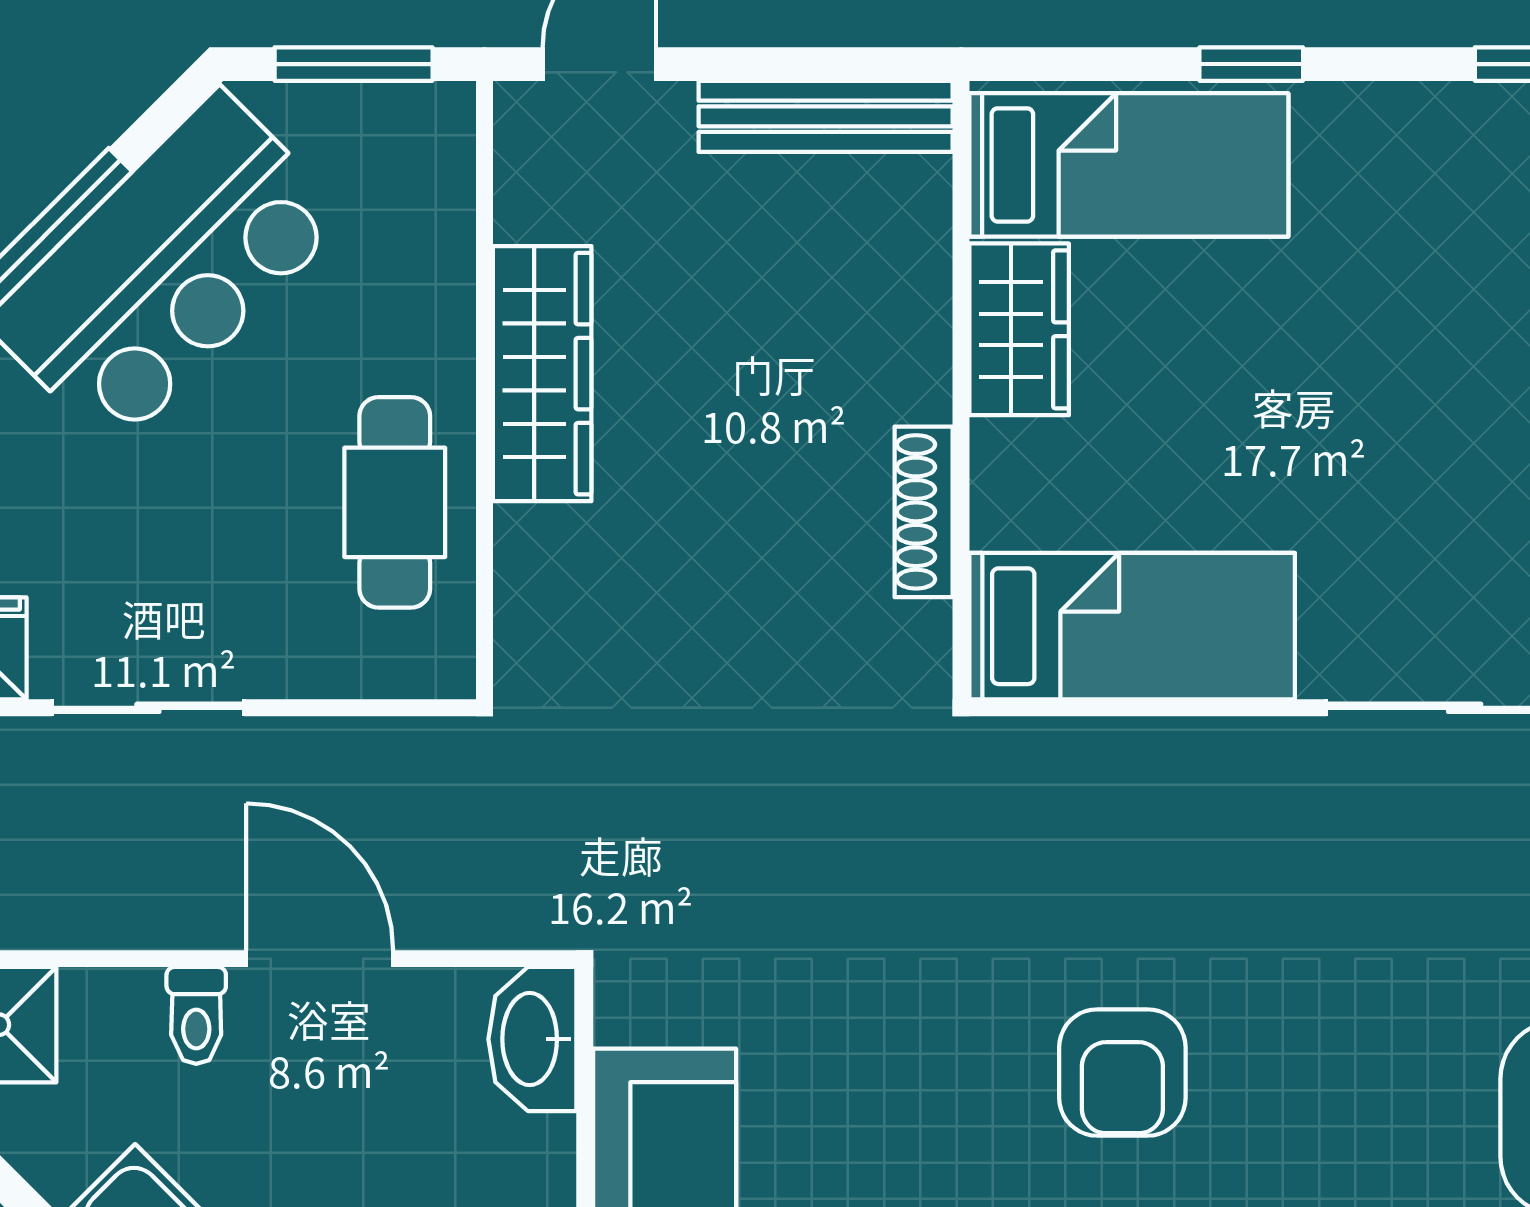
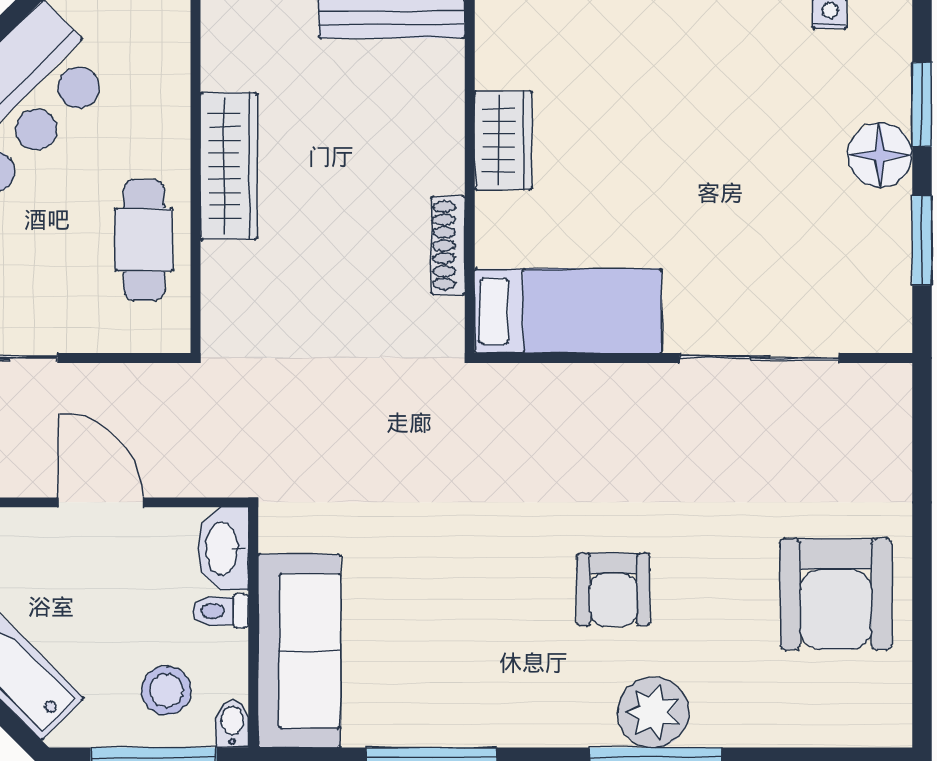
bed: (1129, 165) -> (566, 46), removed
toilet: (196, 1015) -> (221, 611), moved, turned 90
armchair: (1122, 1073) -> (613, 590), moved

